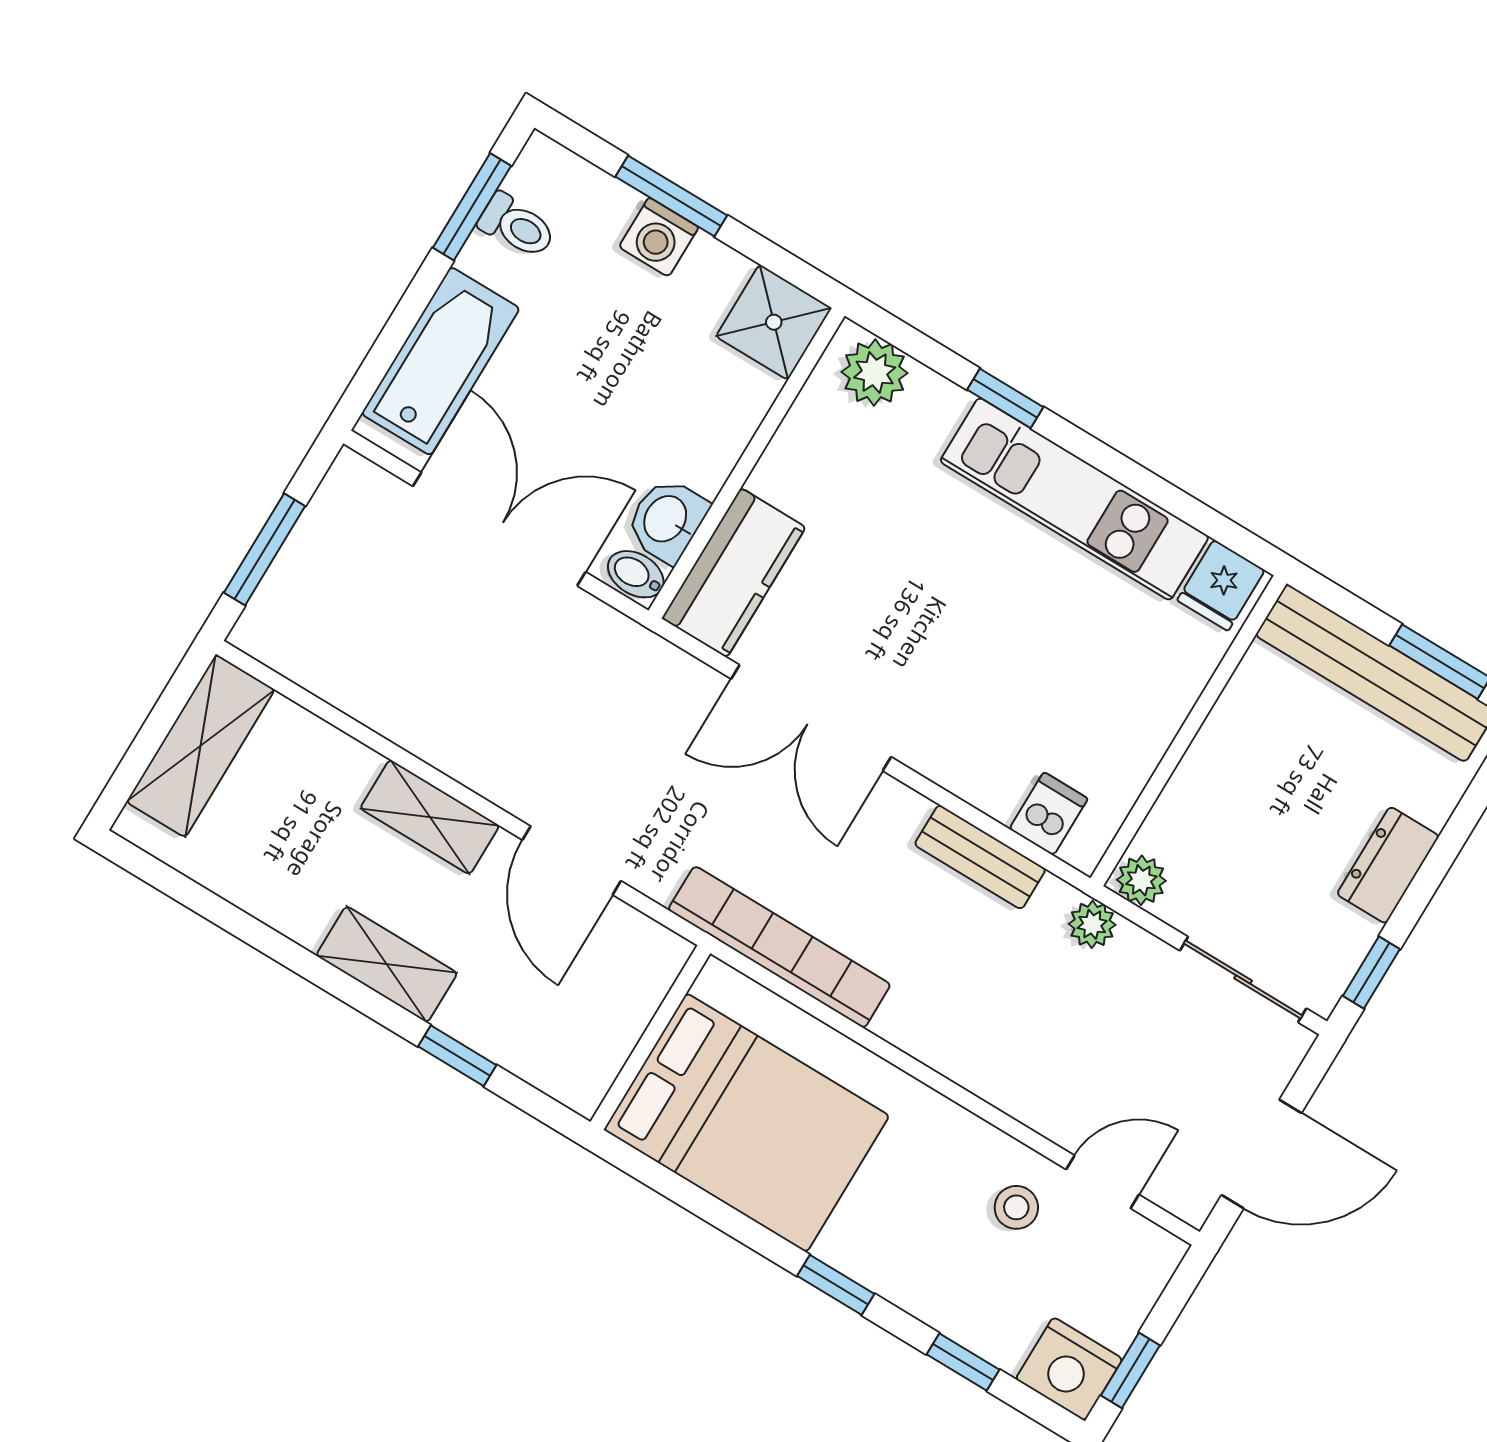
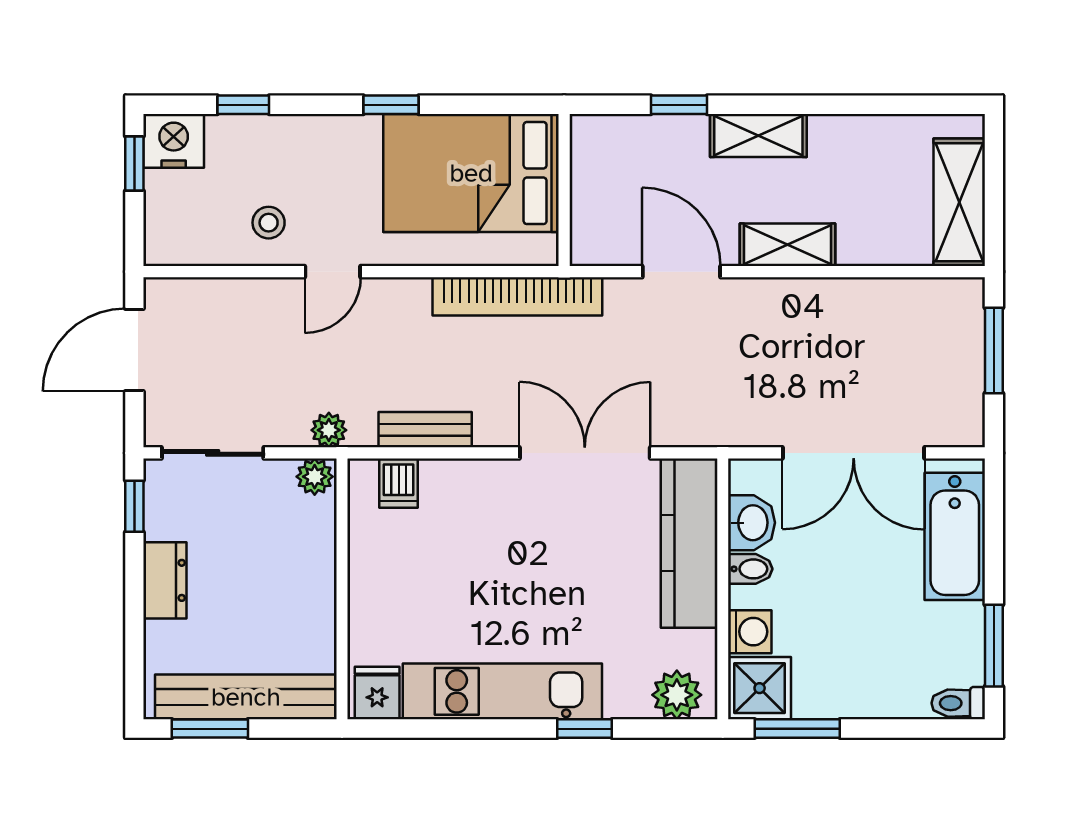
window: (671, 196) -> (797, 729), moved
toilet: (517, 226) -> (958, 703), moved
washing machine: (659, 237) -> (750, 632), moved, turned 90
kitchen counter: (734, 573) -> (689, 543), width x1.50
bidet: (636, 574) -> (750, 569), moved
door: (1103, 1182) -> (333, 272), moved
window: (836, 1285) -> (391, 105), moved

